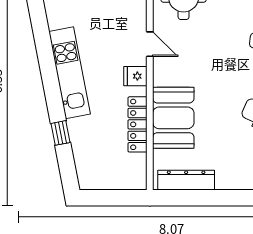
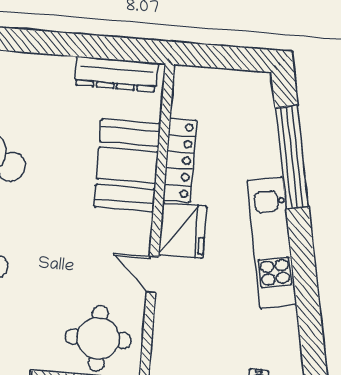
fridge: (135, 76) -> (183, 231), width x1.88, depth x1.34
window: (61, 133) -> (292, 157), width x3.17

